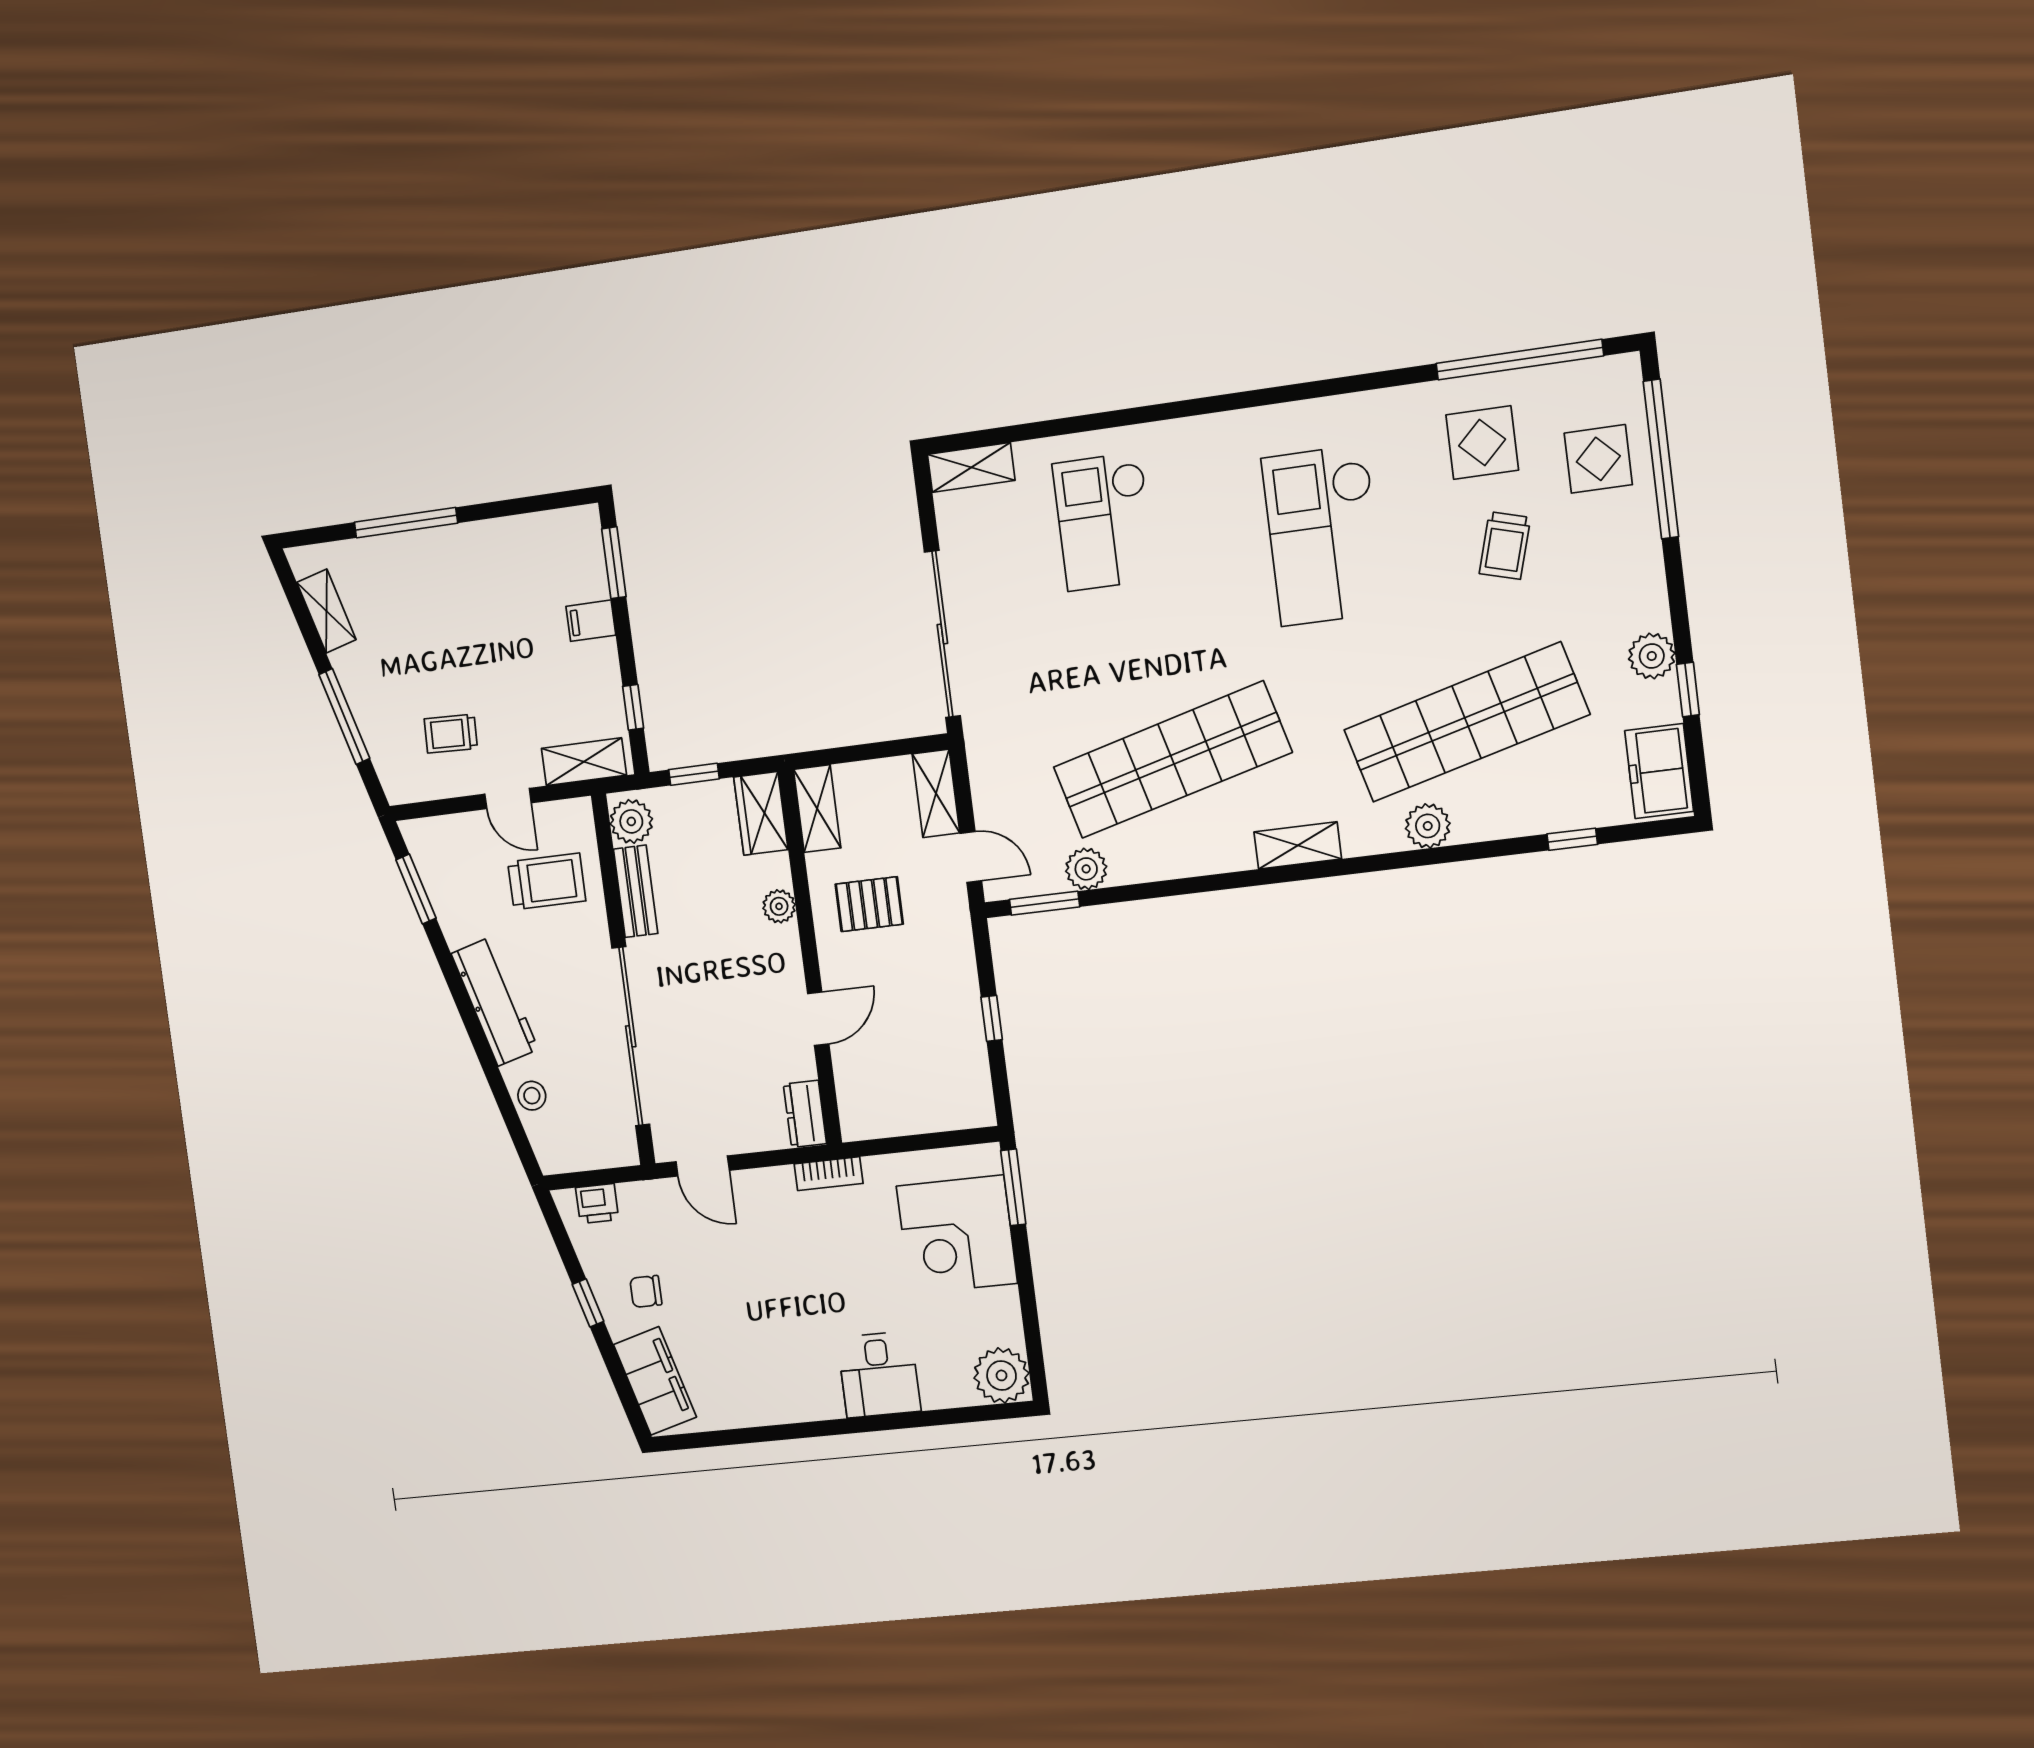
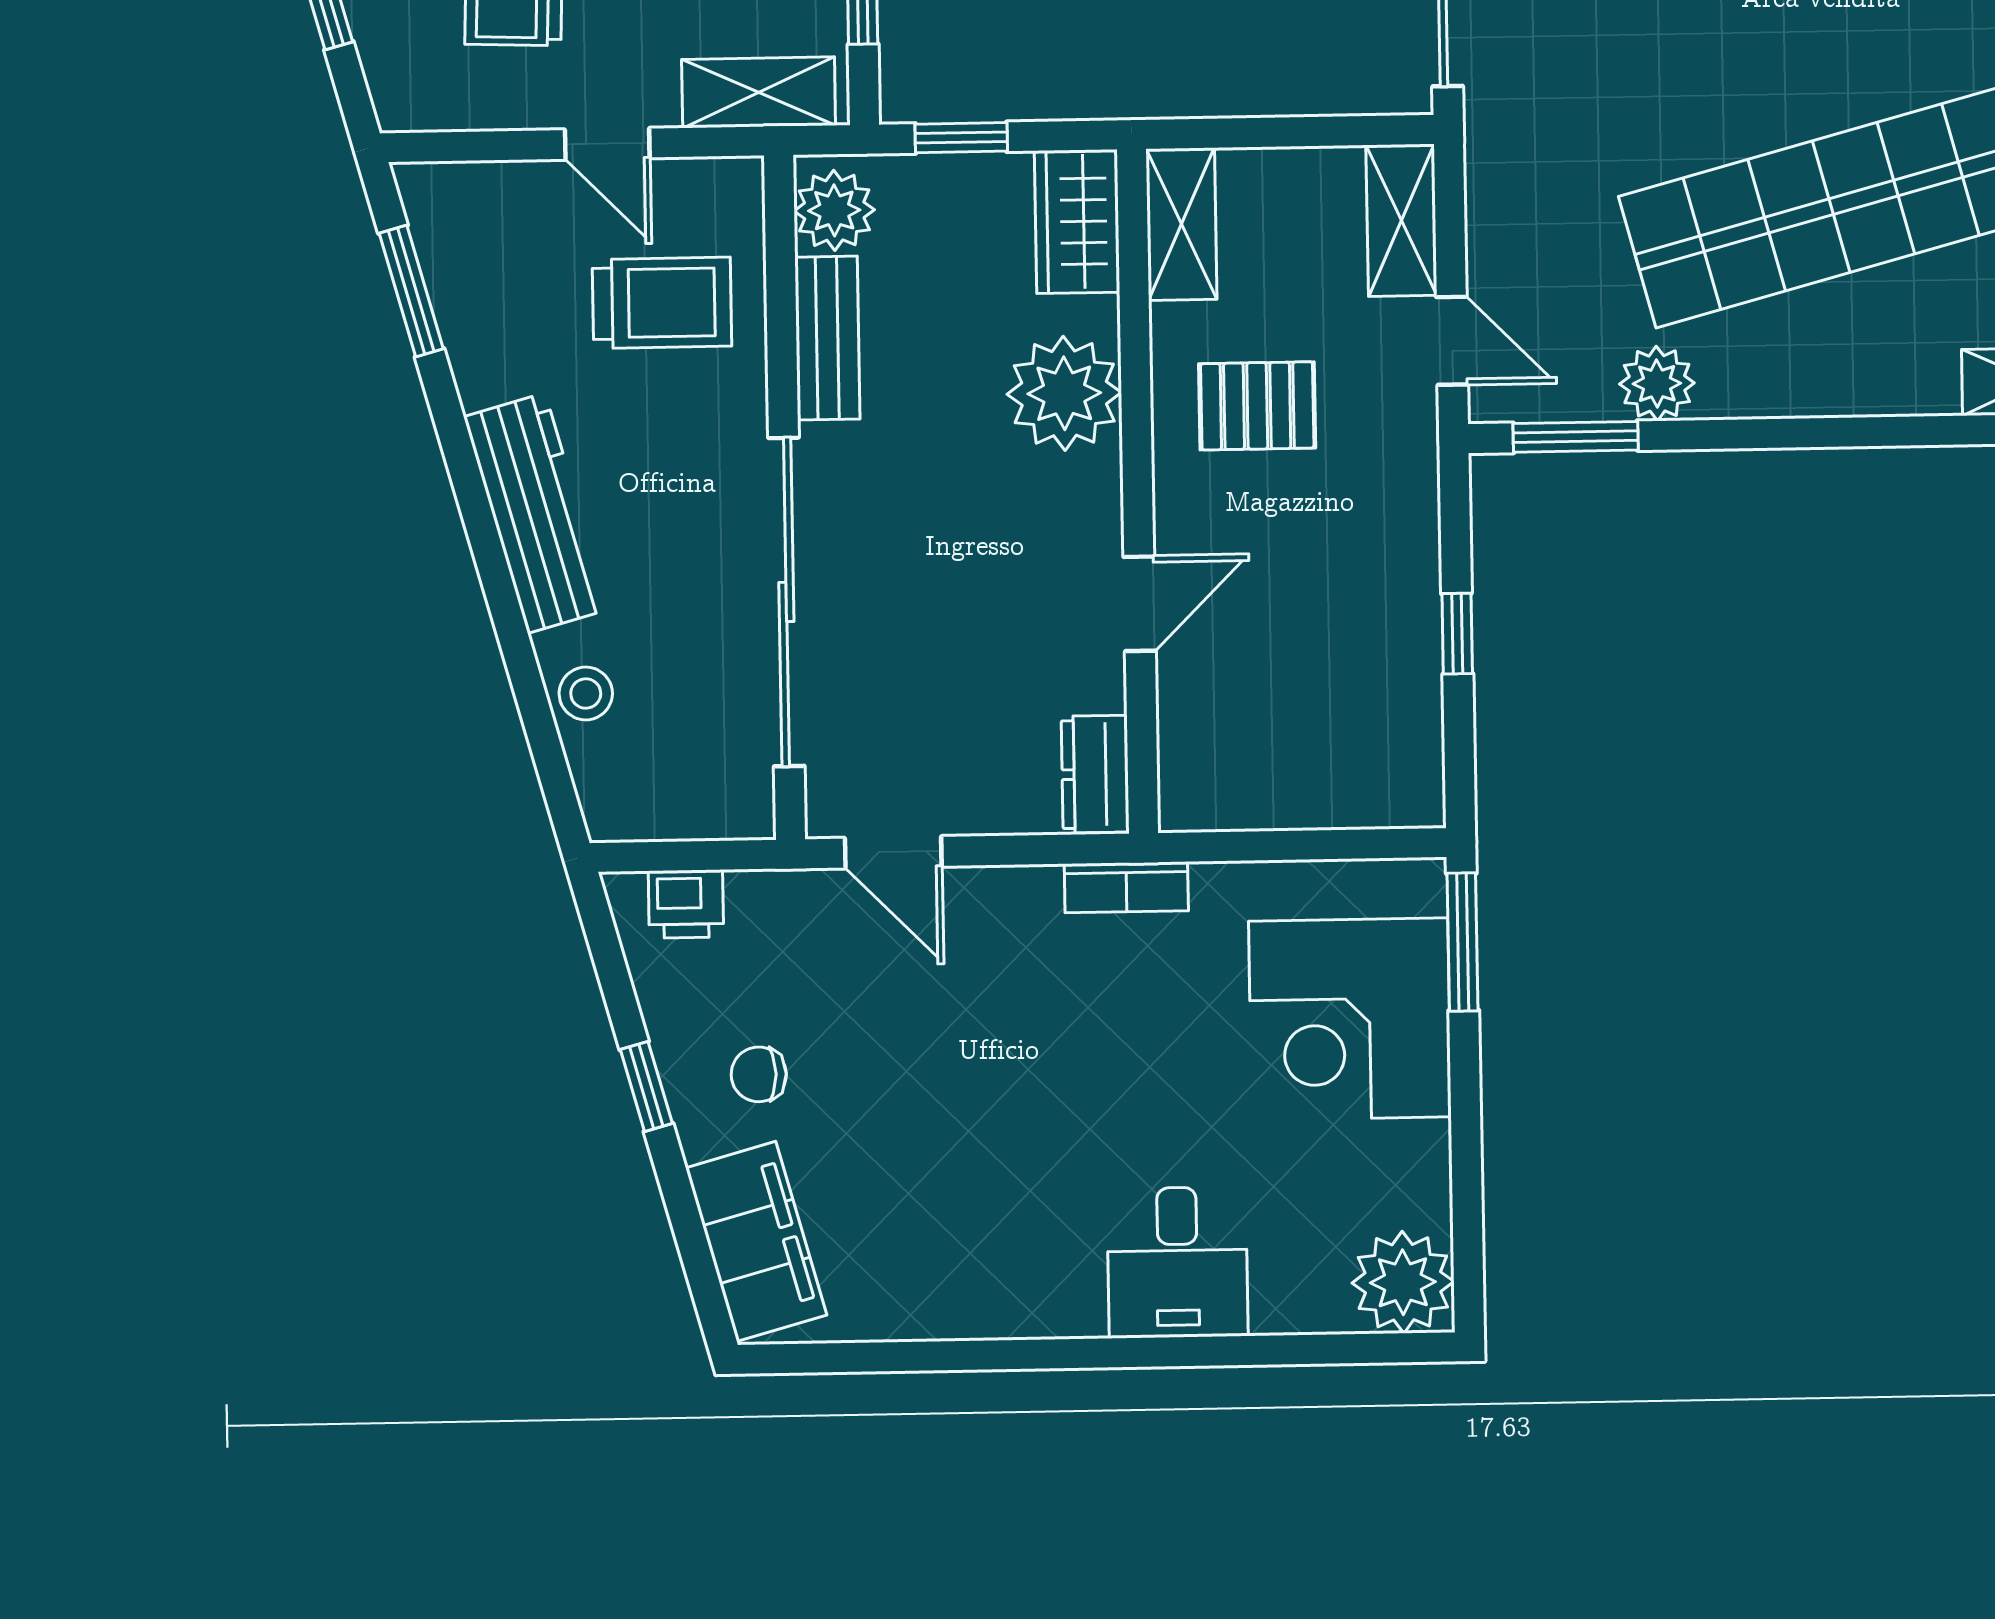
plant: (779, 906) -> (1064, 393), width x1.88, depth x1.88

